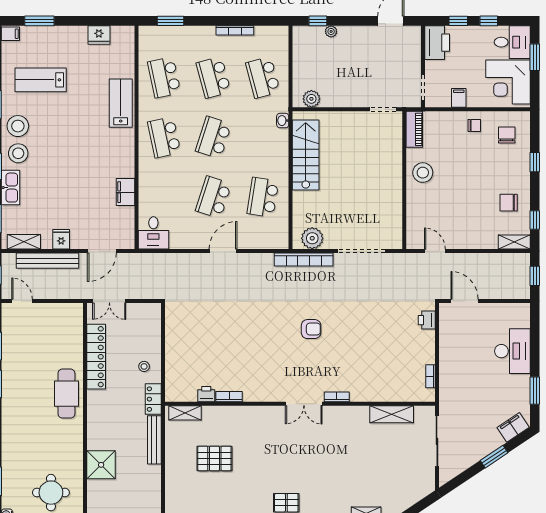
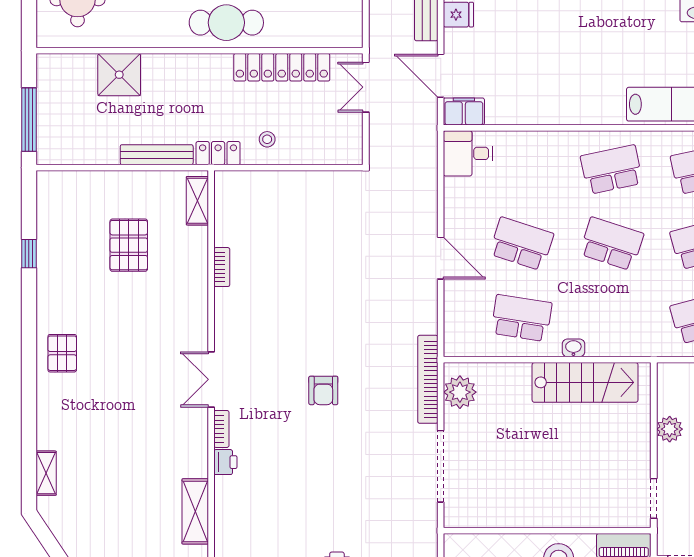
plant: (311, 99) -> (670, 429), moved
washbasin: (283, 121) -> (573, 348), moved
filing cabinet: (126, 192) -> (464, 111), moved
printer: (206, 394) -> (225, 462), moved

